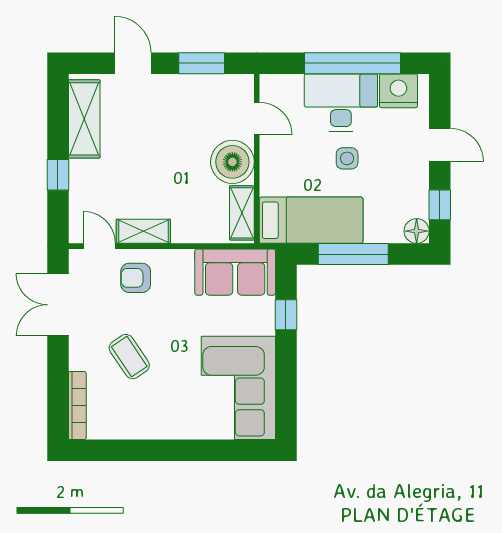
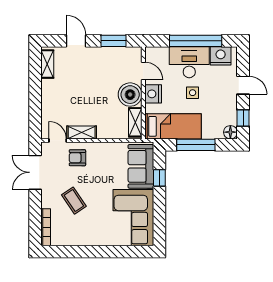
shelving: (84, 119) -> (47, 64), width x0.67, depth x0.75
nightstand: (275, 161) -> (153, 94), added
window: (58, 175) -> (35, 102), removed
sofa: (235, 272) -> (141, 166), moved, turned 90

